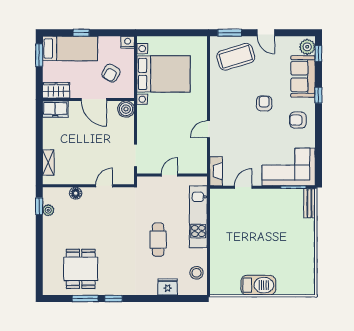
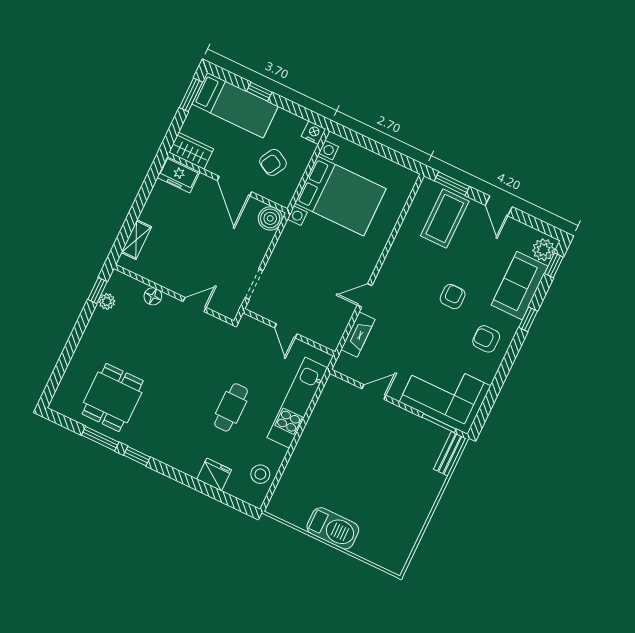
coffee table: (236, 57) -> (445, 219), turned -73
fireplace: (216, 171) -> (358, 335), moved
door: (170, 175) -> (286, 331), swing flipped

